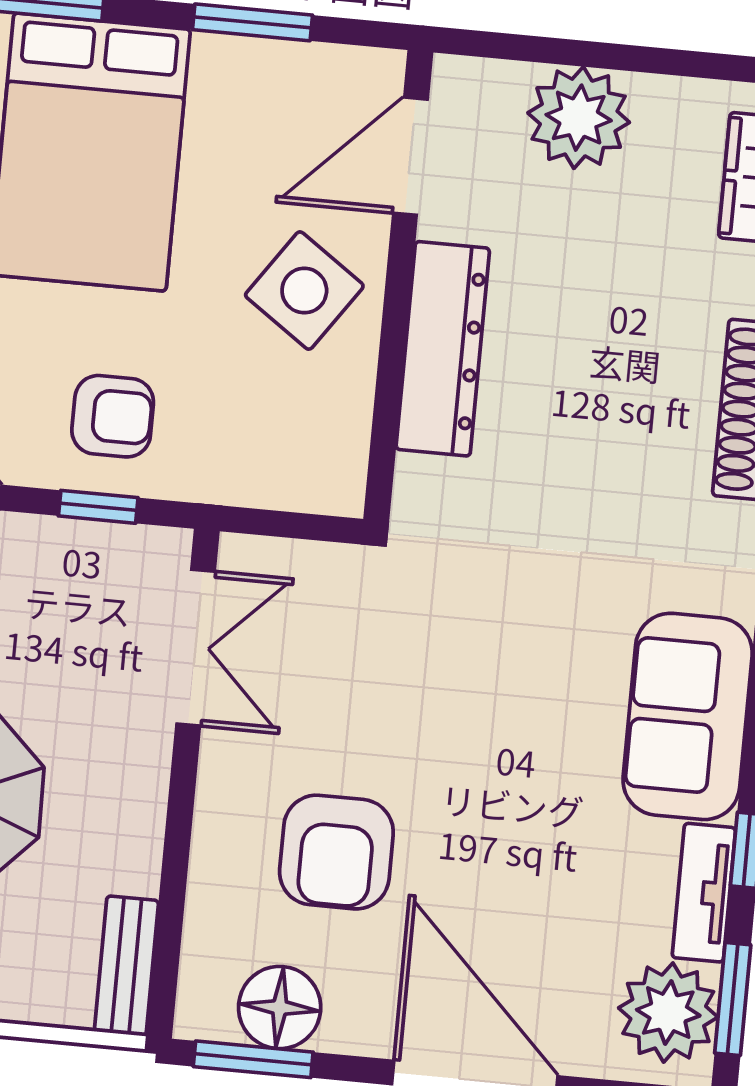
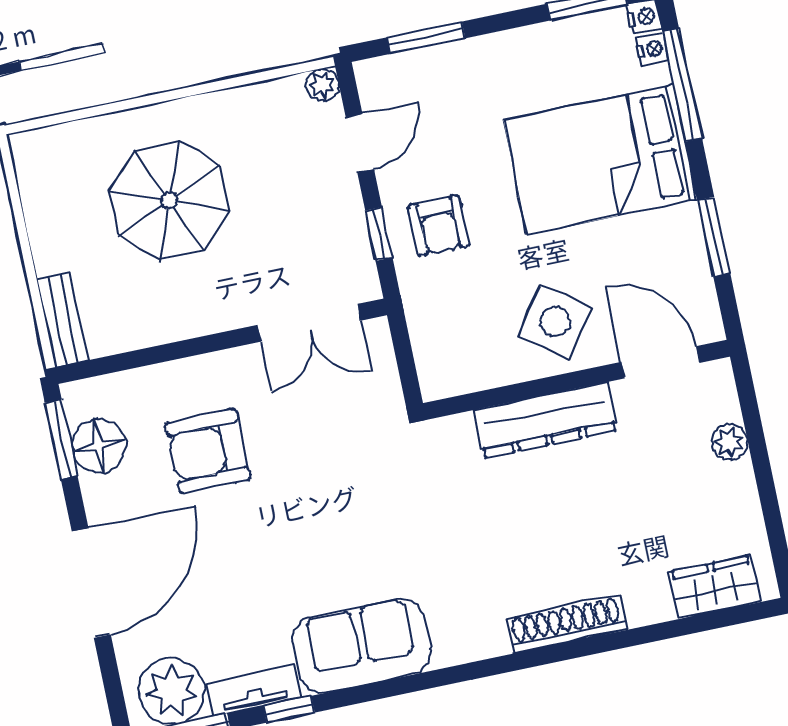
plant: (579, 118) -> (730, 442), width x0.53, depth x0.53
bench: (126, 966) -> (62, 320), moved, turned 90

